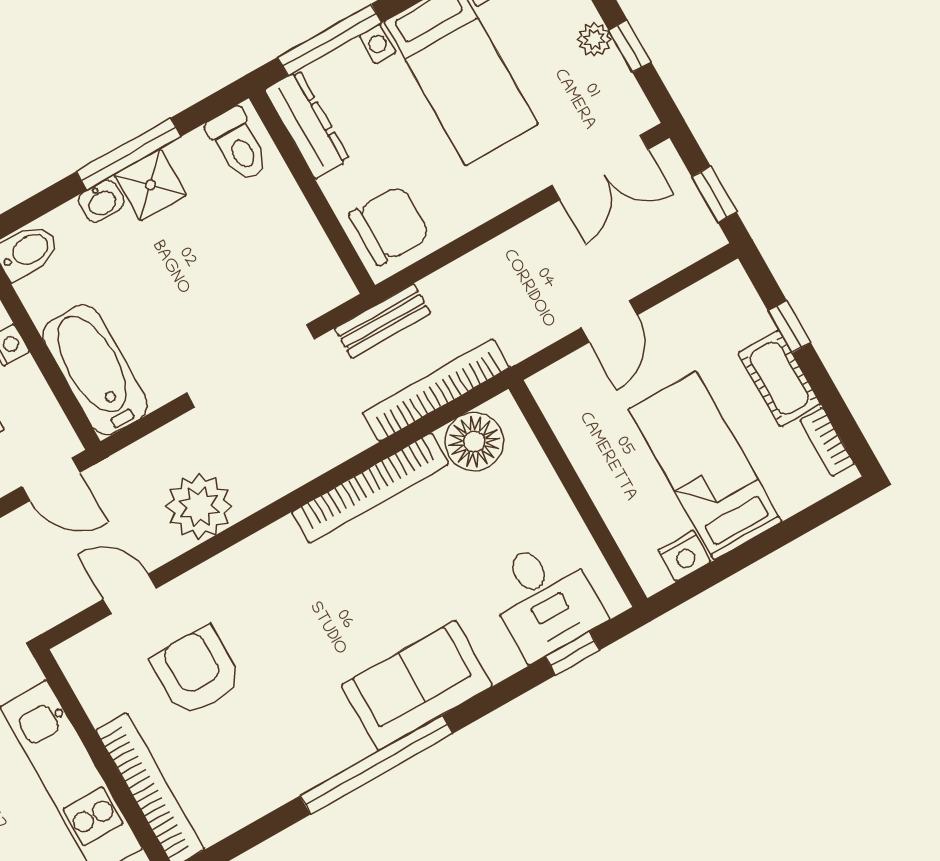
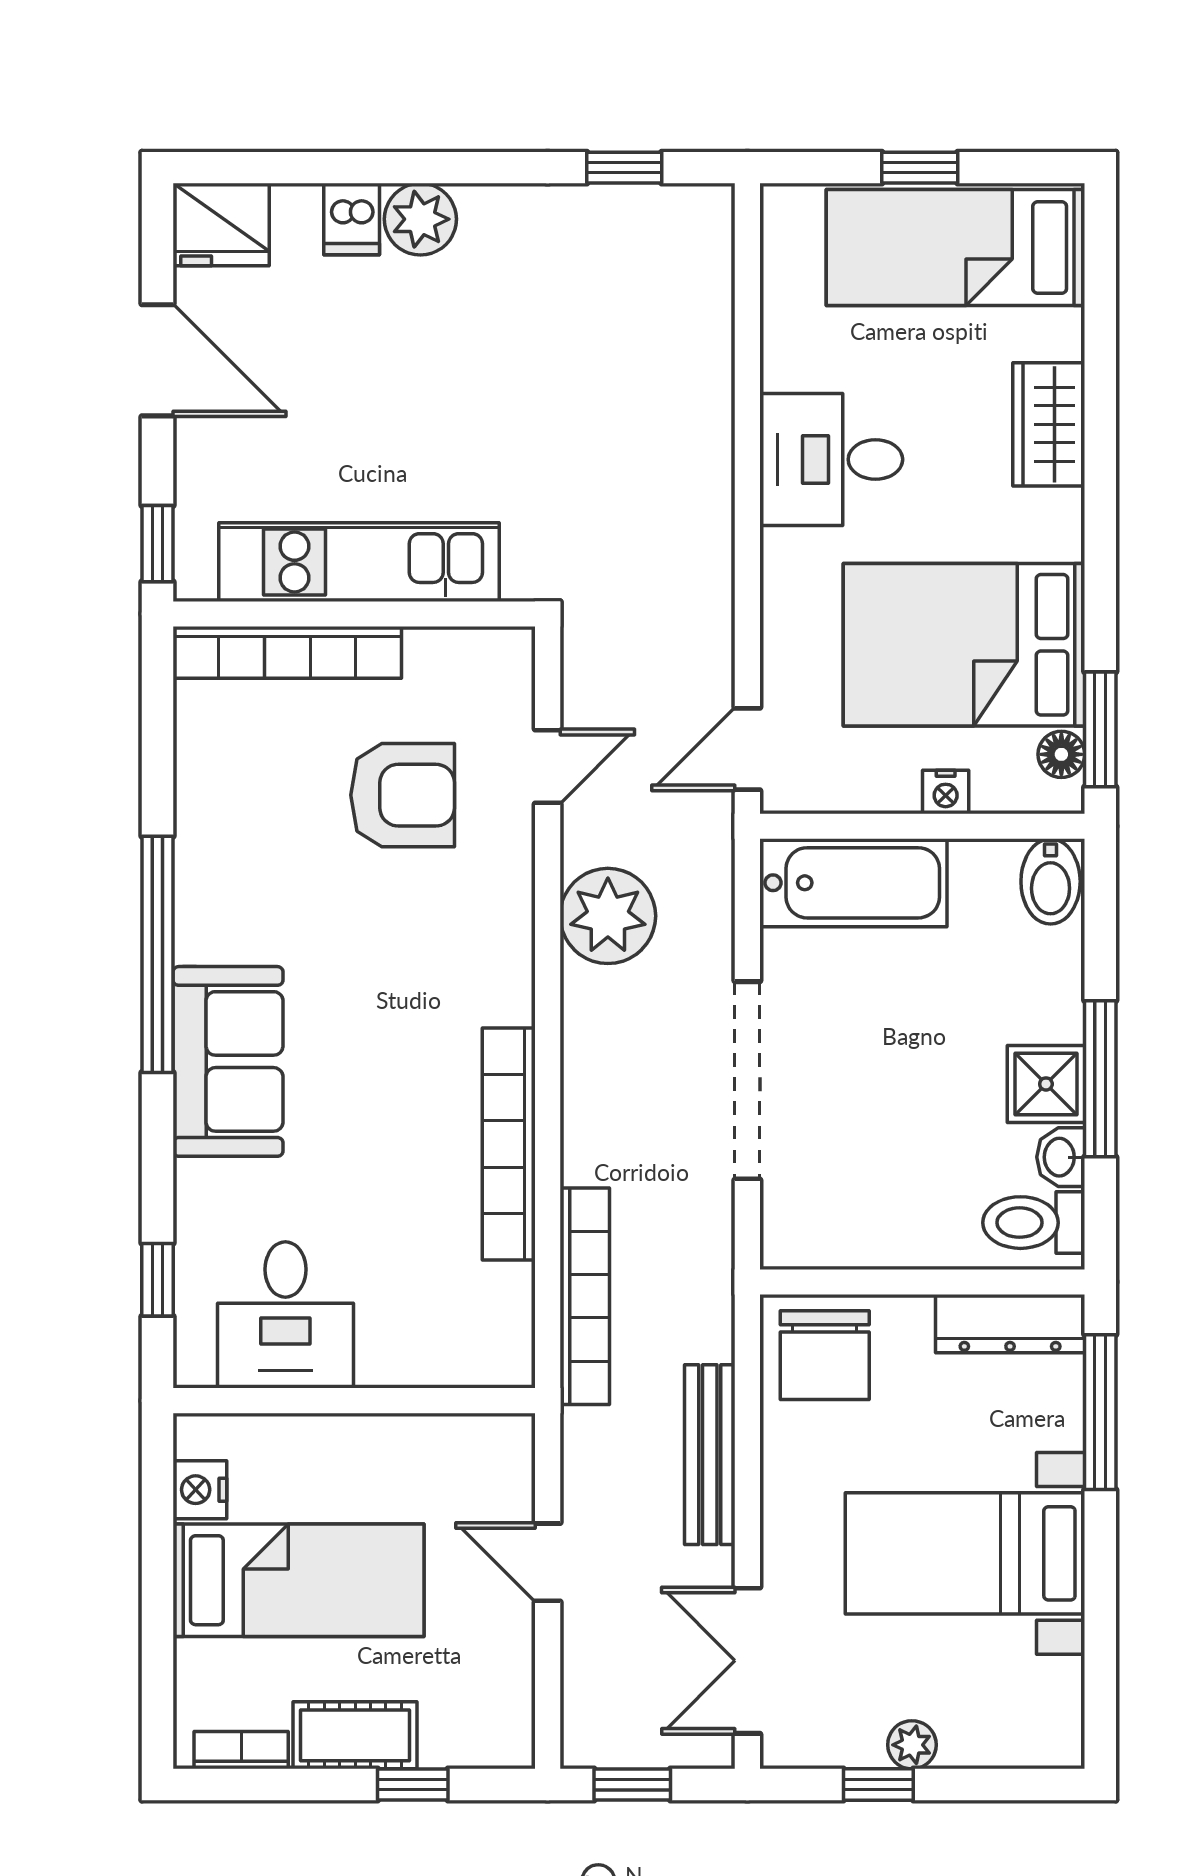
washbasin: (101, 201) -> (1061, 1157), moved
bench: (383, 321) -> (710, 1455), moved, width x1.36
floor lamp: (474, 442) -> (493, 1307), removed
desk: (544, 598) -> (285, 1315), moved, turned -90

